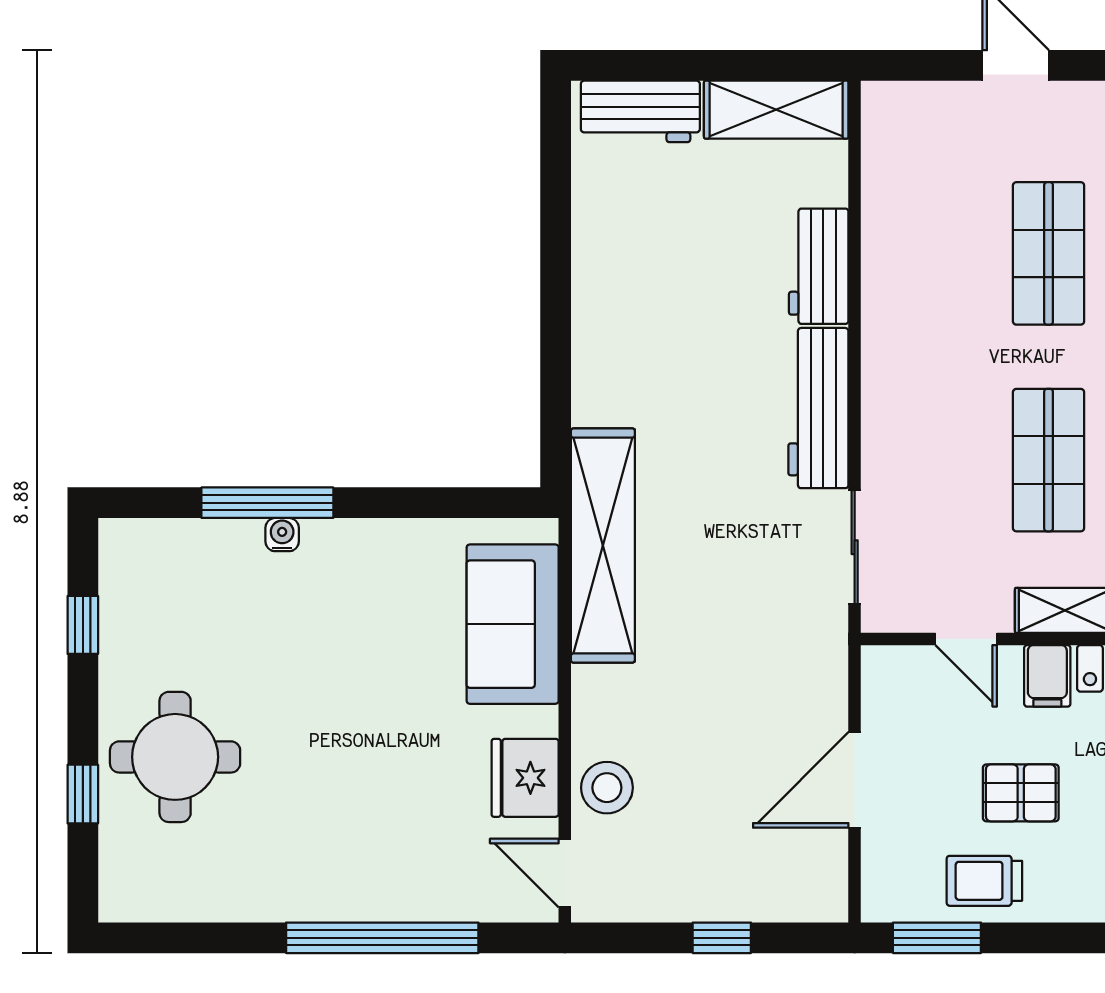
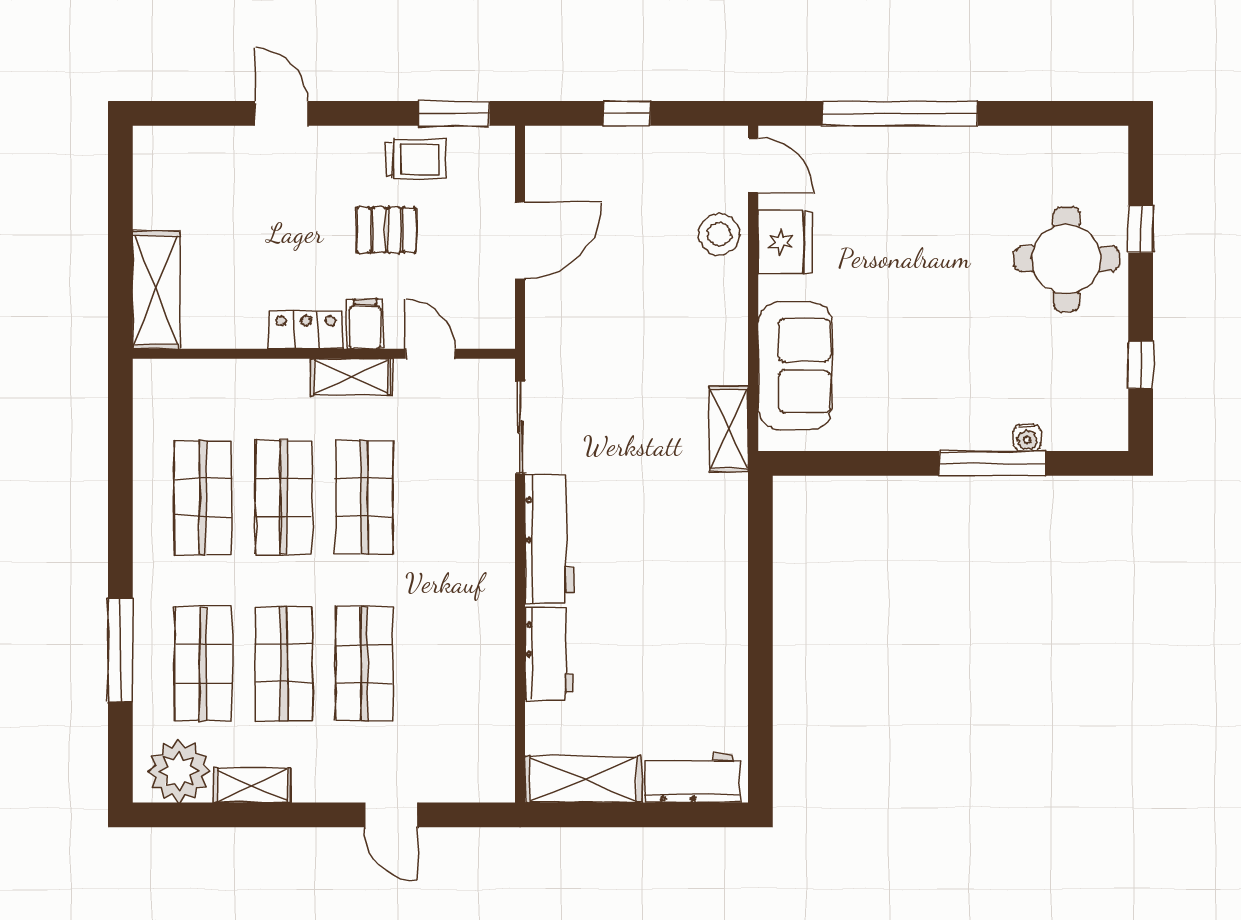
water cooler: (282, 535) -> (1027, 438), moved
shelving: (603, 546) -> (729, 429), width x0.45, depth x0.75

